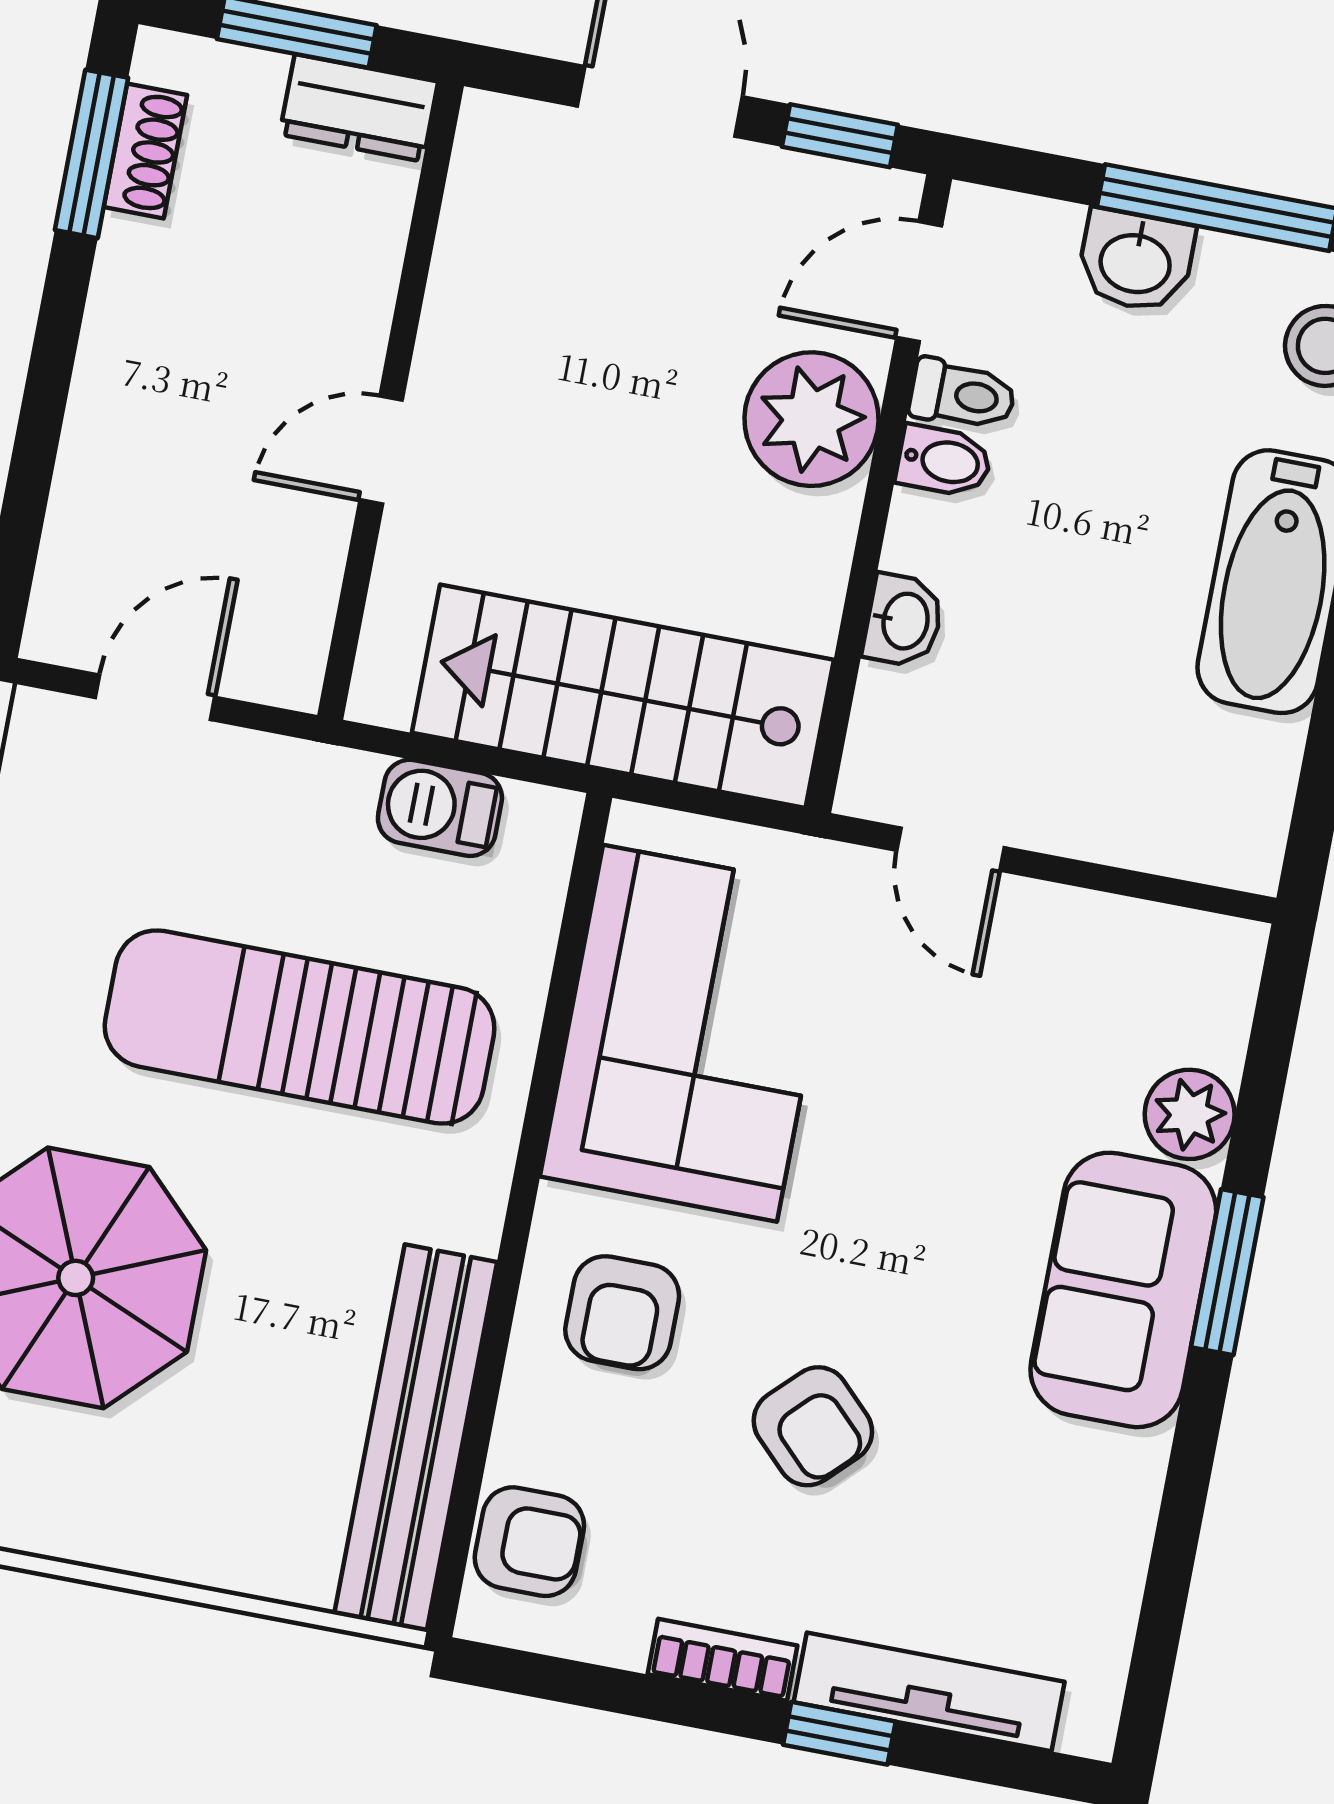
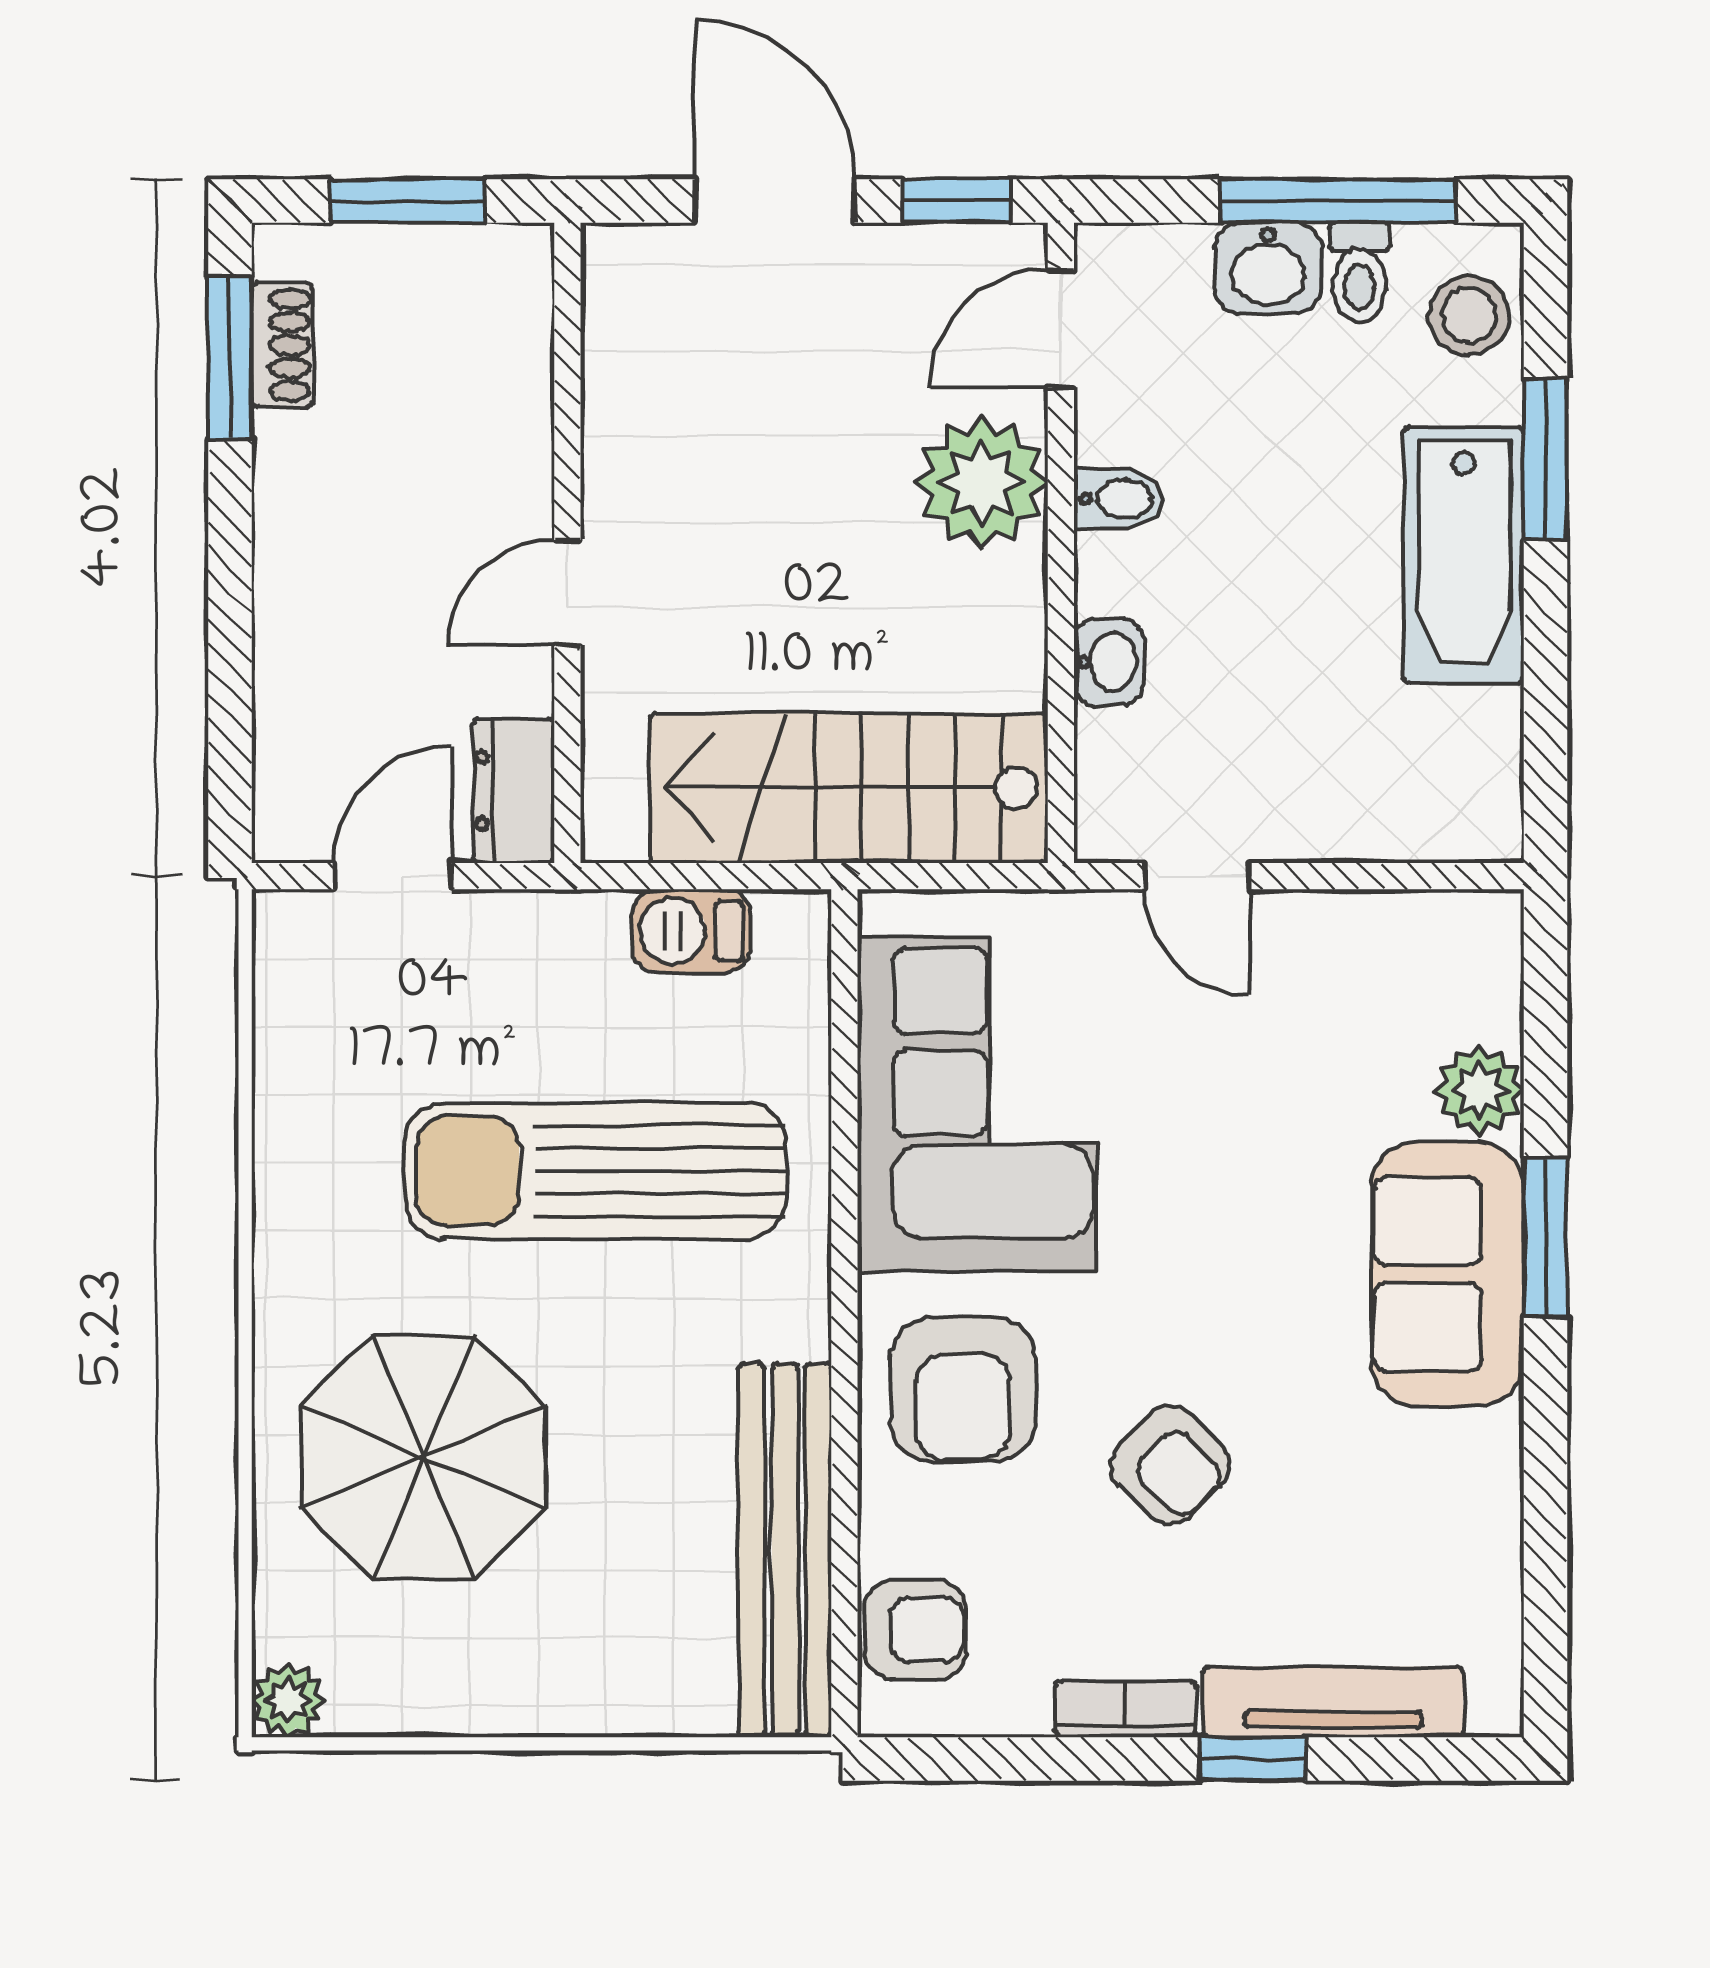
dresser: (359, 108) -> (514, 791), moved, turned 90
toilet: (962, 395) -> (1359, 273), moved, turned 90
armchair: (622, 1313) -> (963, 1389), width x1.38, depth x1.38

